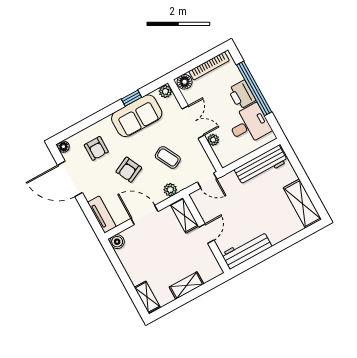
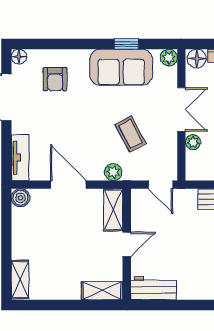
armchair: (129, 170) -> (79, 123), removed
workbench: (247, 250) -> (154, 288), width x0.73
shelving: (186, 285) -> (102, 291), moved

